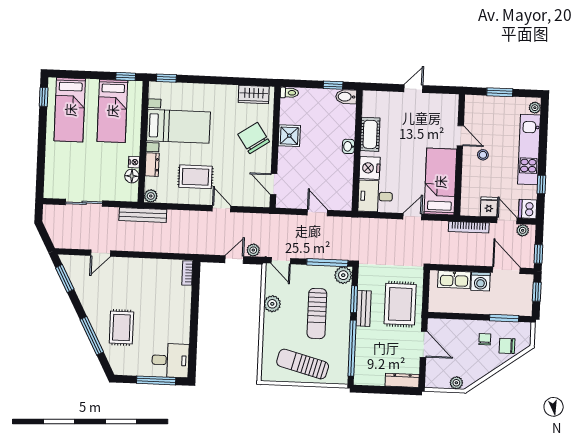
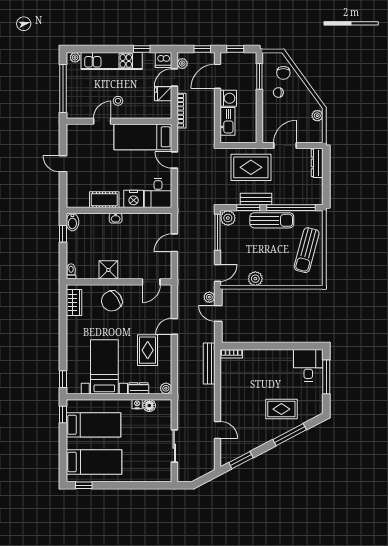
window: (500, 92) -> (63, 89), width x2.11
bench: (143, 215) -> (209, 364), moved
sun lounger: (317, 314) -> (272, 220), moved

